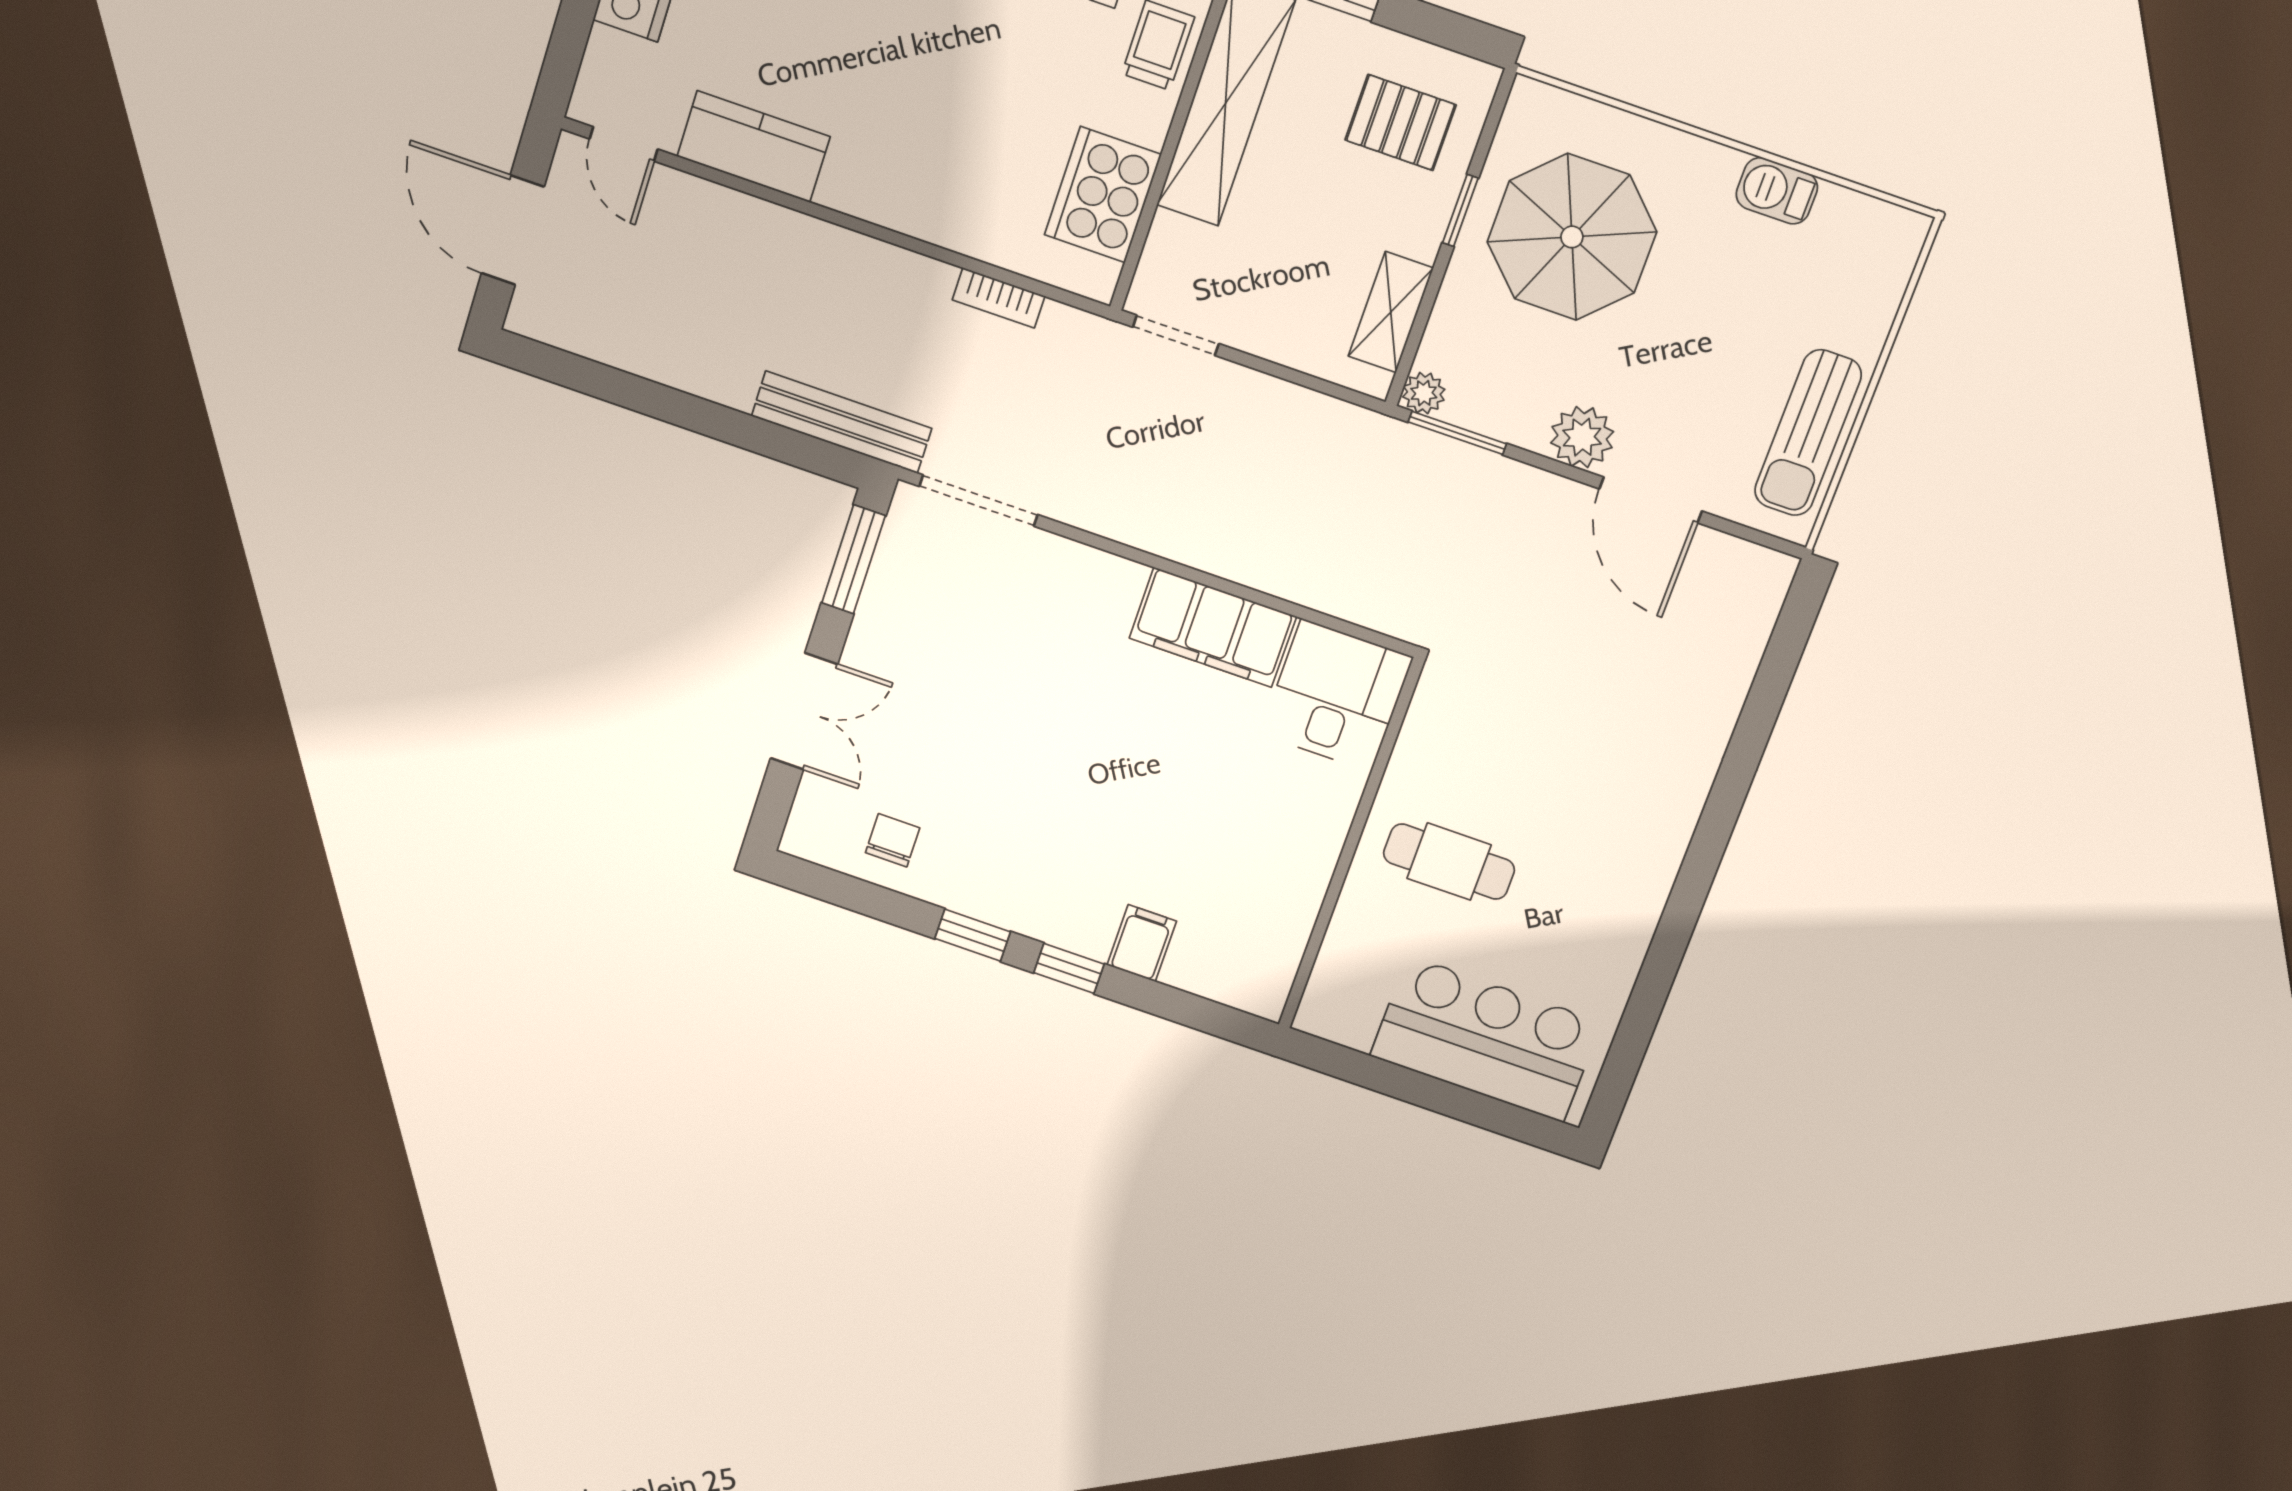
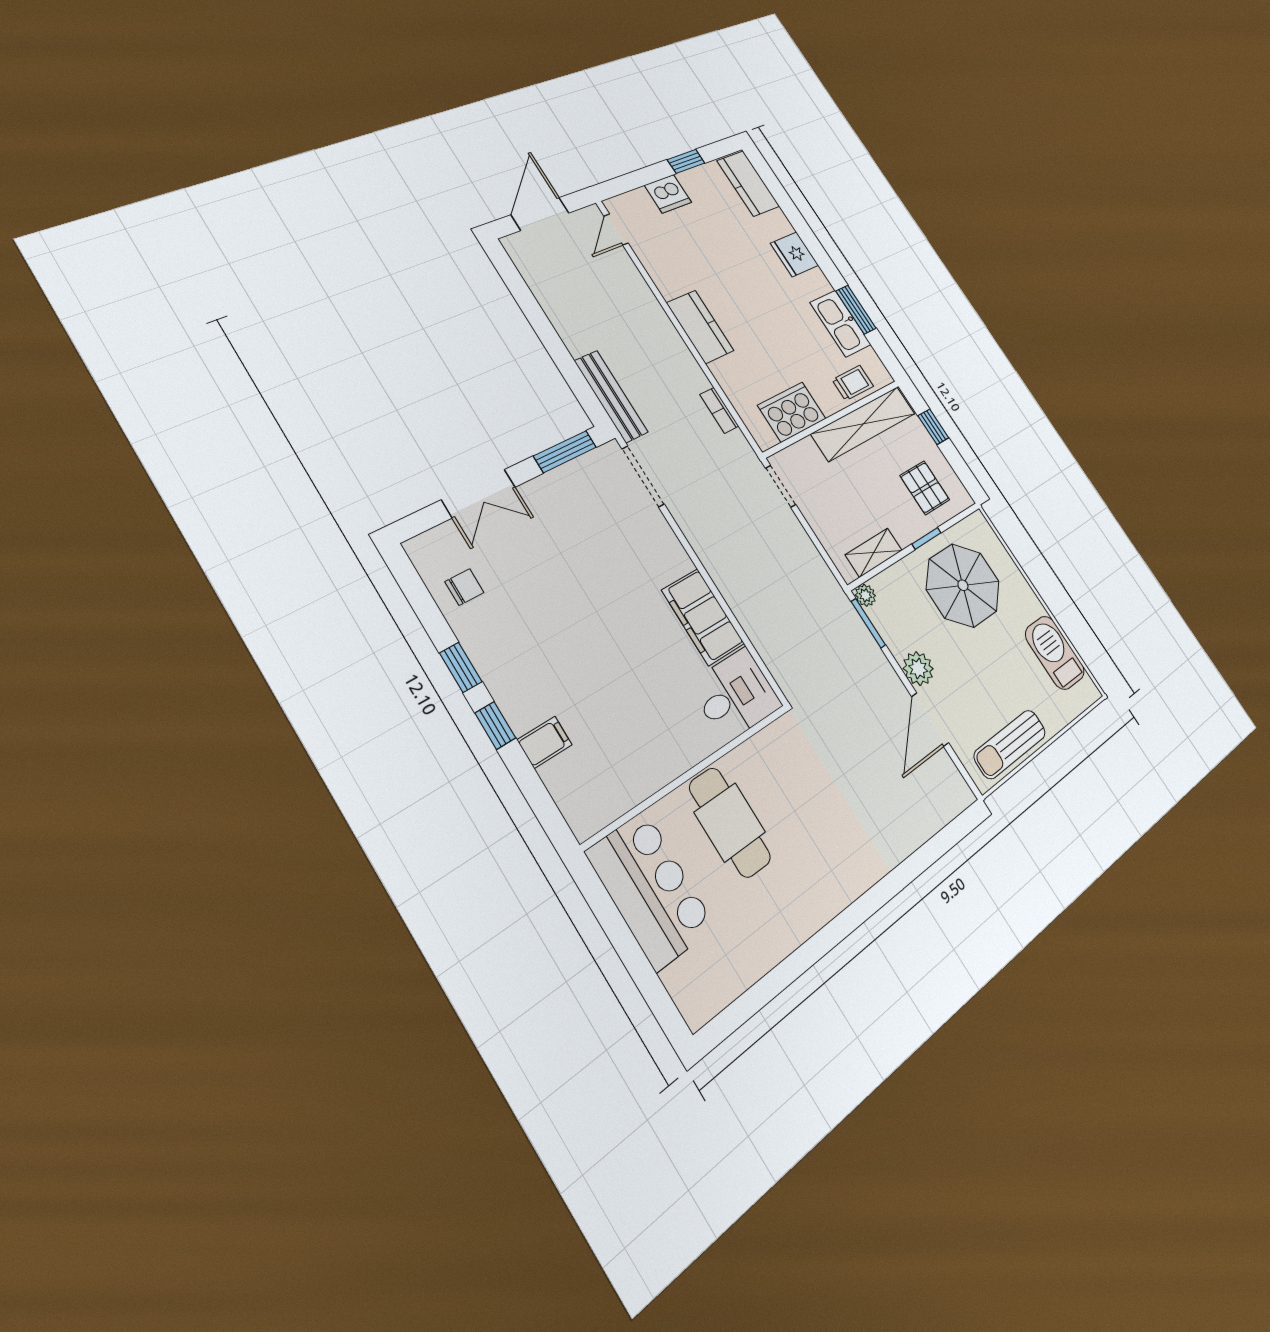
kitchen counter: (754, 147) -> (700, 327), moved
barbecue: (1777, 191) -> (1055, 653), width x1.88, depth x1.53
cafe table: (1449, 862) -> (730, 822), width x1.37, depth x1.35
bar counter: (1486, 1039) -> (651, 890), moved

